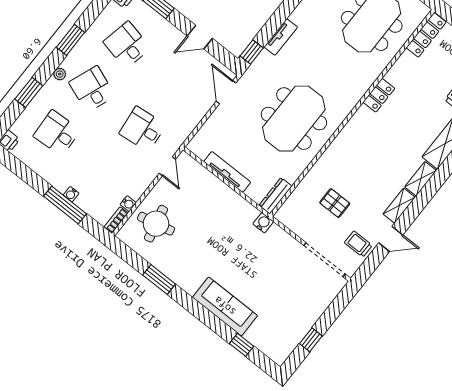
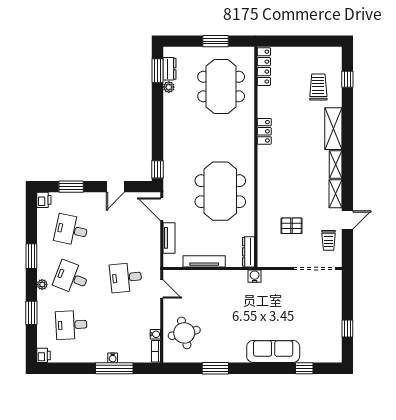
tv unit: (281, 37) -> (169, 238), moved
trolley: (358, 244) -> (329, 240), turned -90

